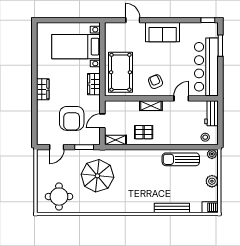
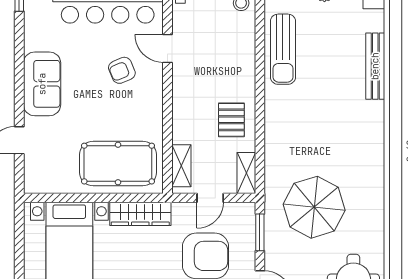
armchair: (155, 82) -> (122, 70), moved
wardrobe: (94, 84) -> (140, 214), width x1.50
shelving: (151, 106) -> (181, 166), moved
door: (102, 121) -> (210, 198), hinge flipped

